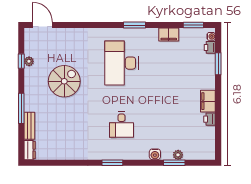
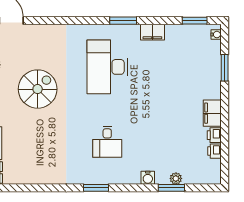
filing cabinet: (169, 34) -> (152, 32), moved
printer: (210, 47) -> (214, 151), moved

